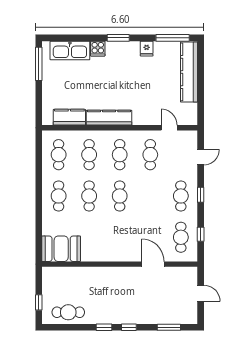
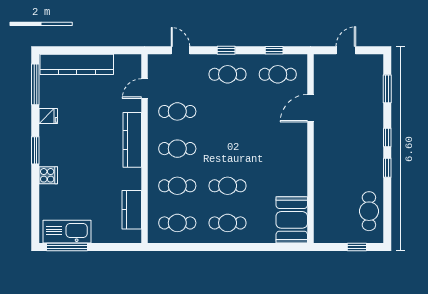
kitchen sink: (70, 51) -> (67, 232), moved, turned -90
kitchen counter: (109, 118) -> (132, 140), moved
cafe table: (120, 196) -> (228, 149), removed

